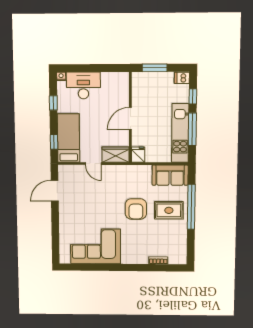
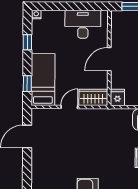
desk: (83, 85) -> (83, 24), moved
door: (93, 164) -> (69, 107), swing flipped
armchair: (136, 209) -> (115, 156), removed

